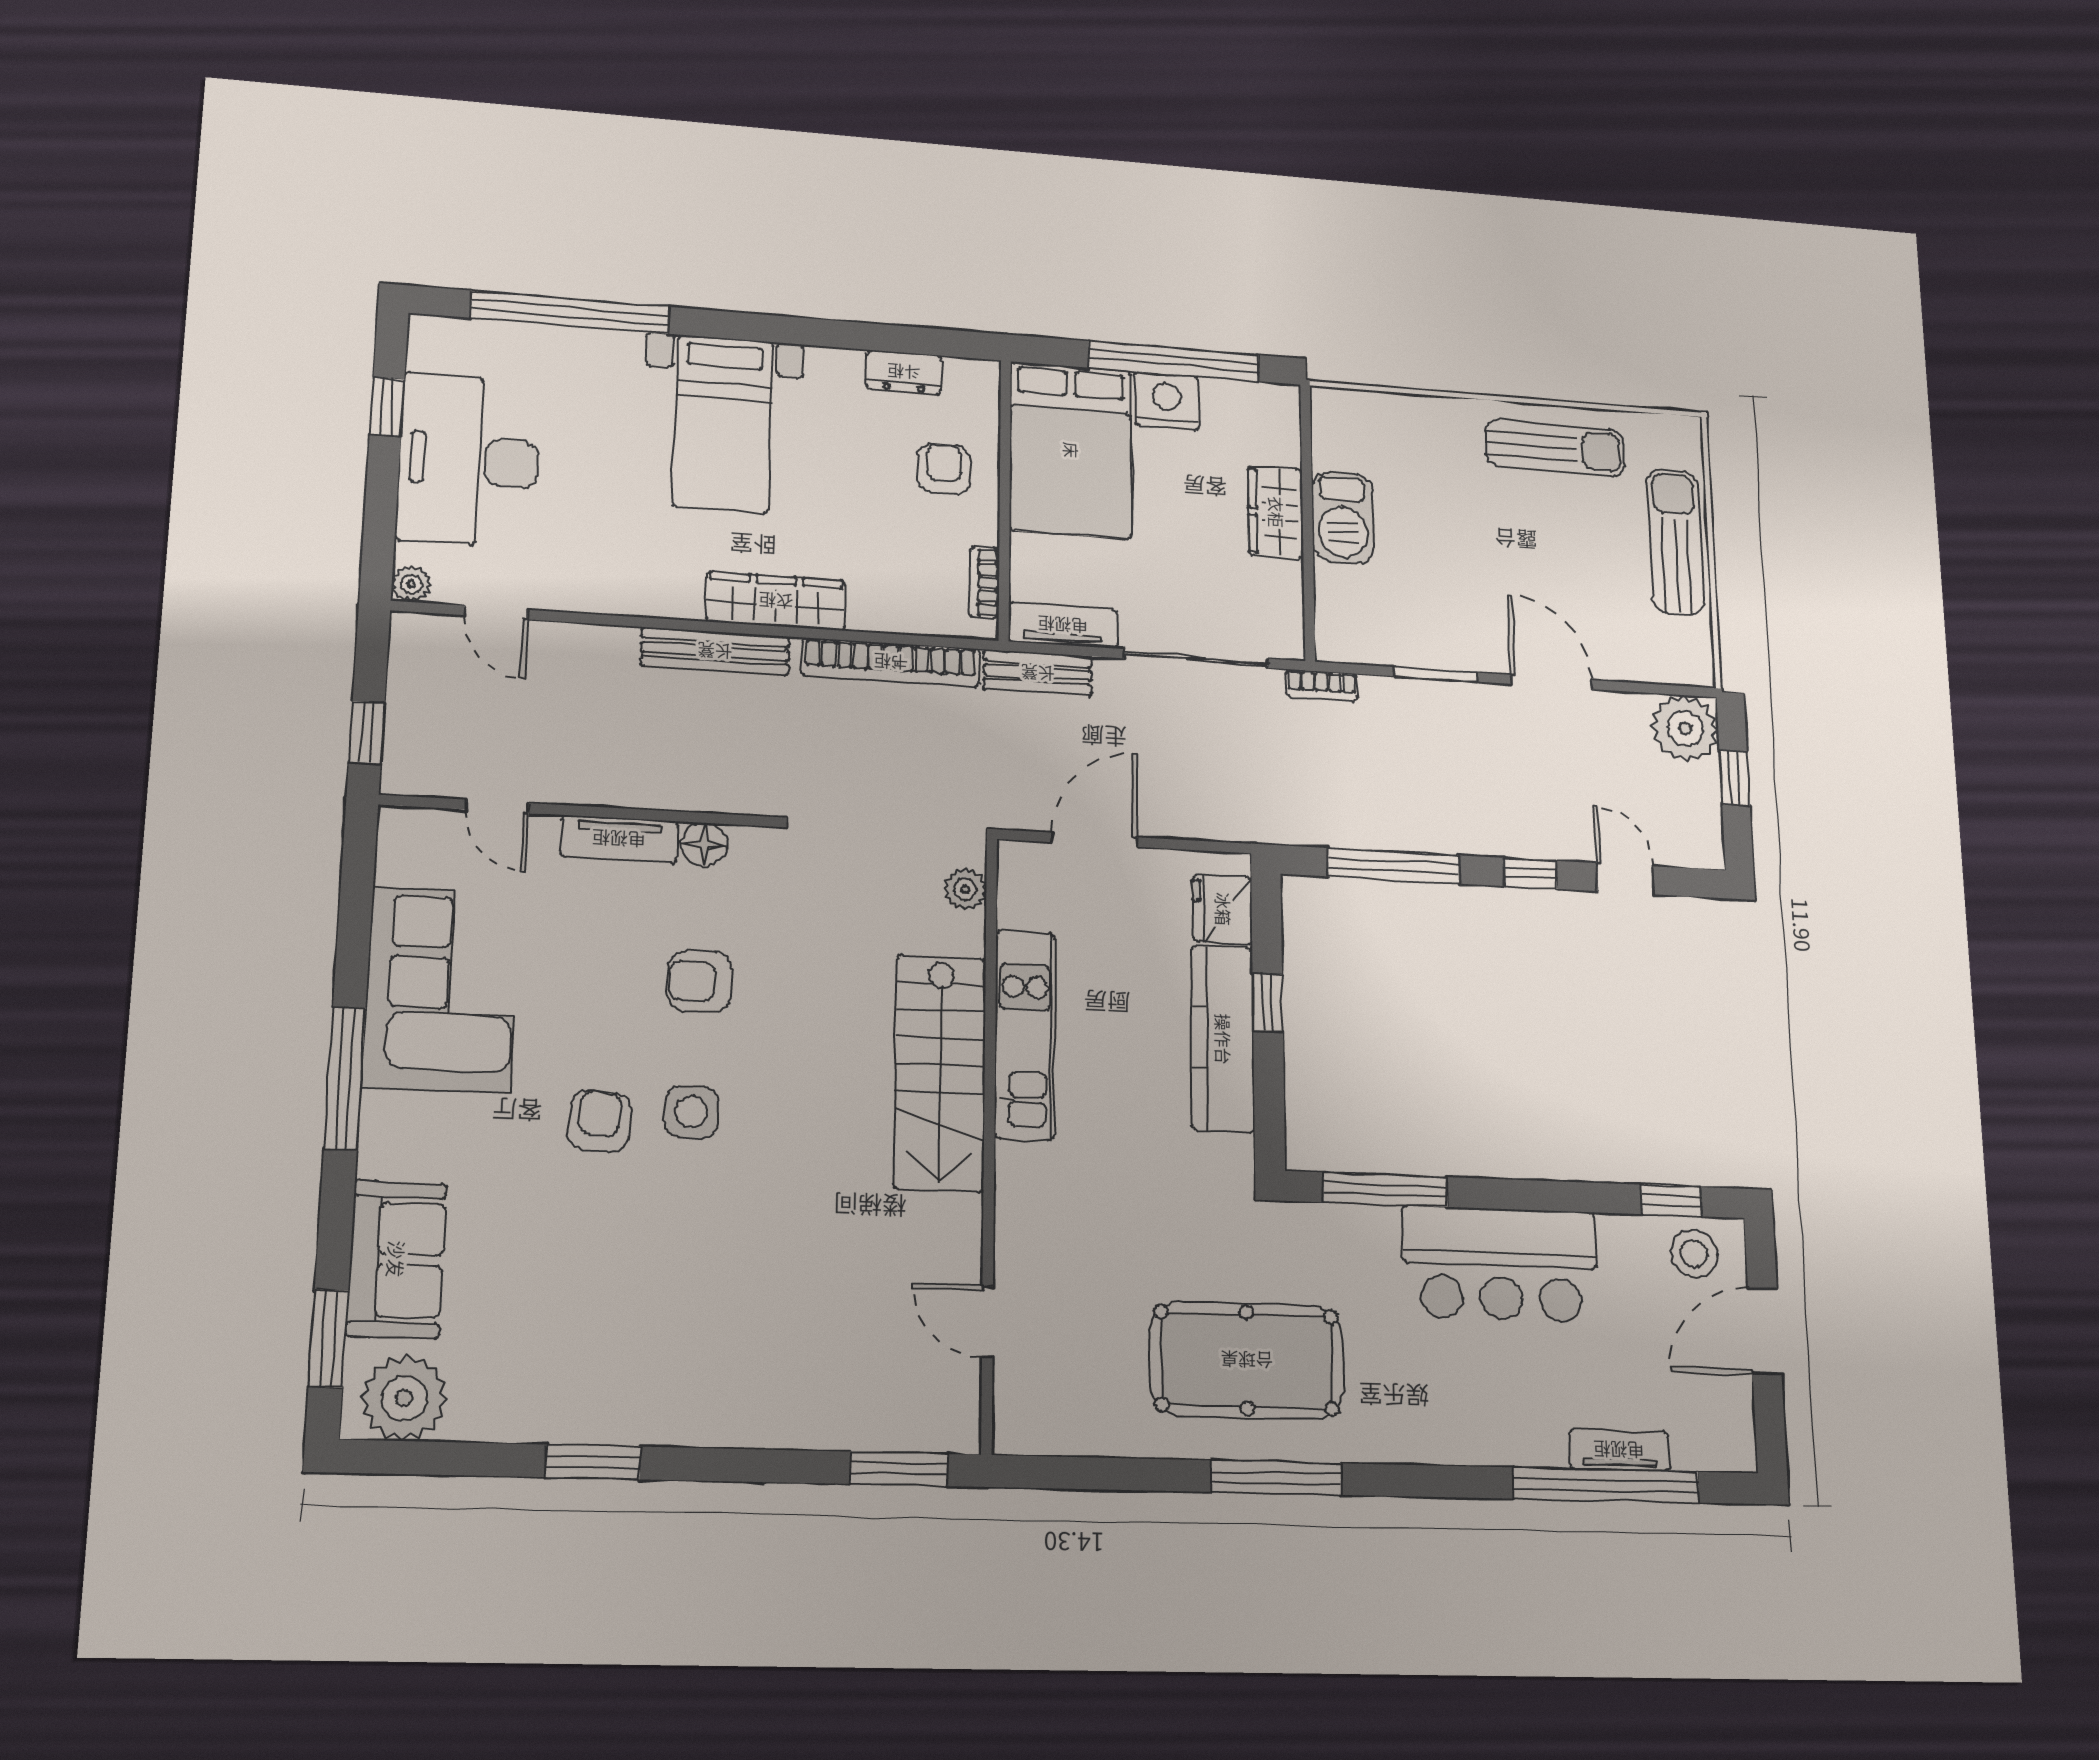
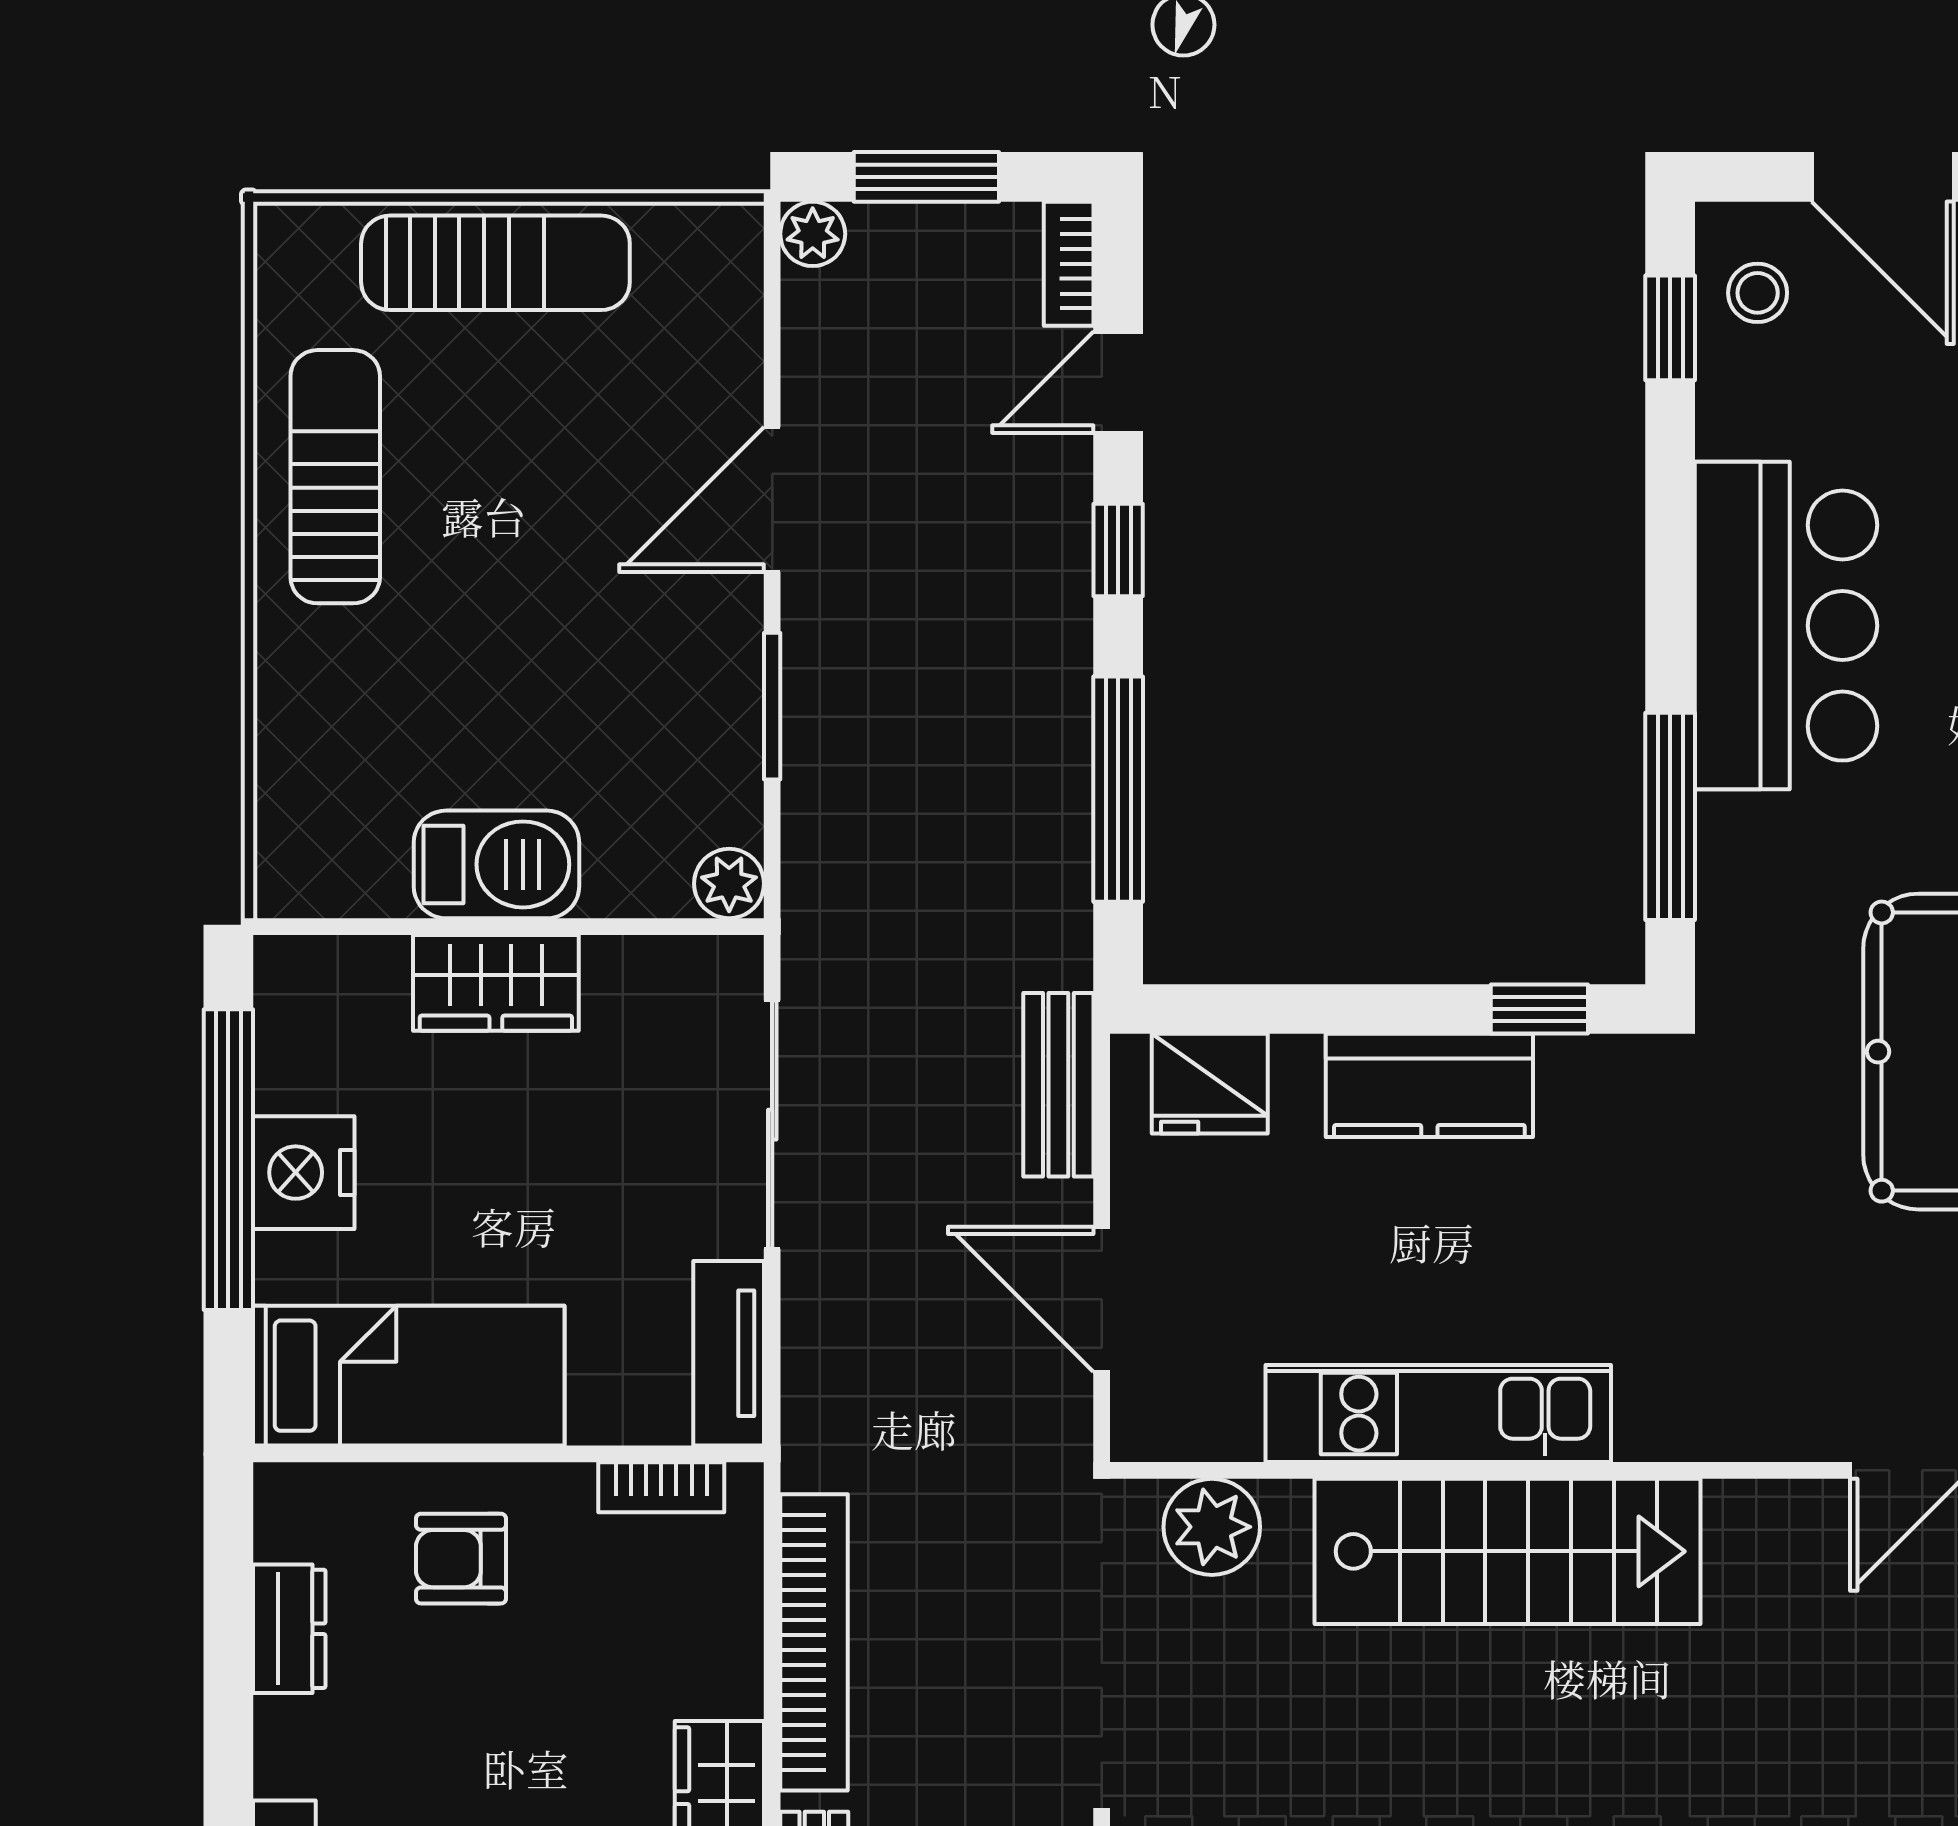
bed: (1071, 450) -> (409, 1376), width x0.67
sun lounger: (1675, 542) -> (495, 263), turned 180
plant: (1334, 644) -> (729, 884), added
bench: (1038, 673) -> (1058, 1085), moved
bookcase: (1322, 685) -> (1069, 264), moved, turned 180
plant: (1685, 728) -> (813, 234), width x0.53, depth x0.53
window: (1735, 778) -> (926, 177), width x1.50
plant: (965, 889) -> (1212, 1527), width x1.38, depth x1.38
window: (1268, 1002) -> (1539, 1009), moved
kitchen counter: (1223, 1039) -> (1429, 1085), width x0.67
stool: (1694, 1254) -> (1758, 293), width x0.73, depth x0.73

